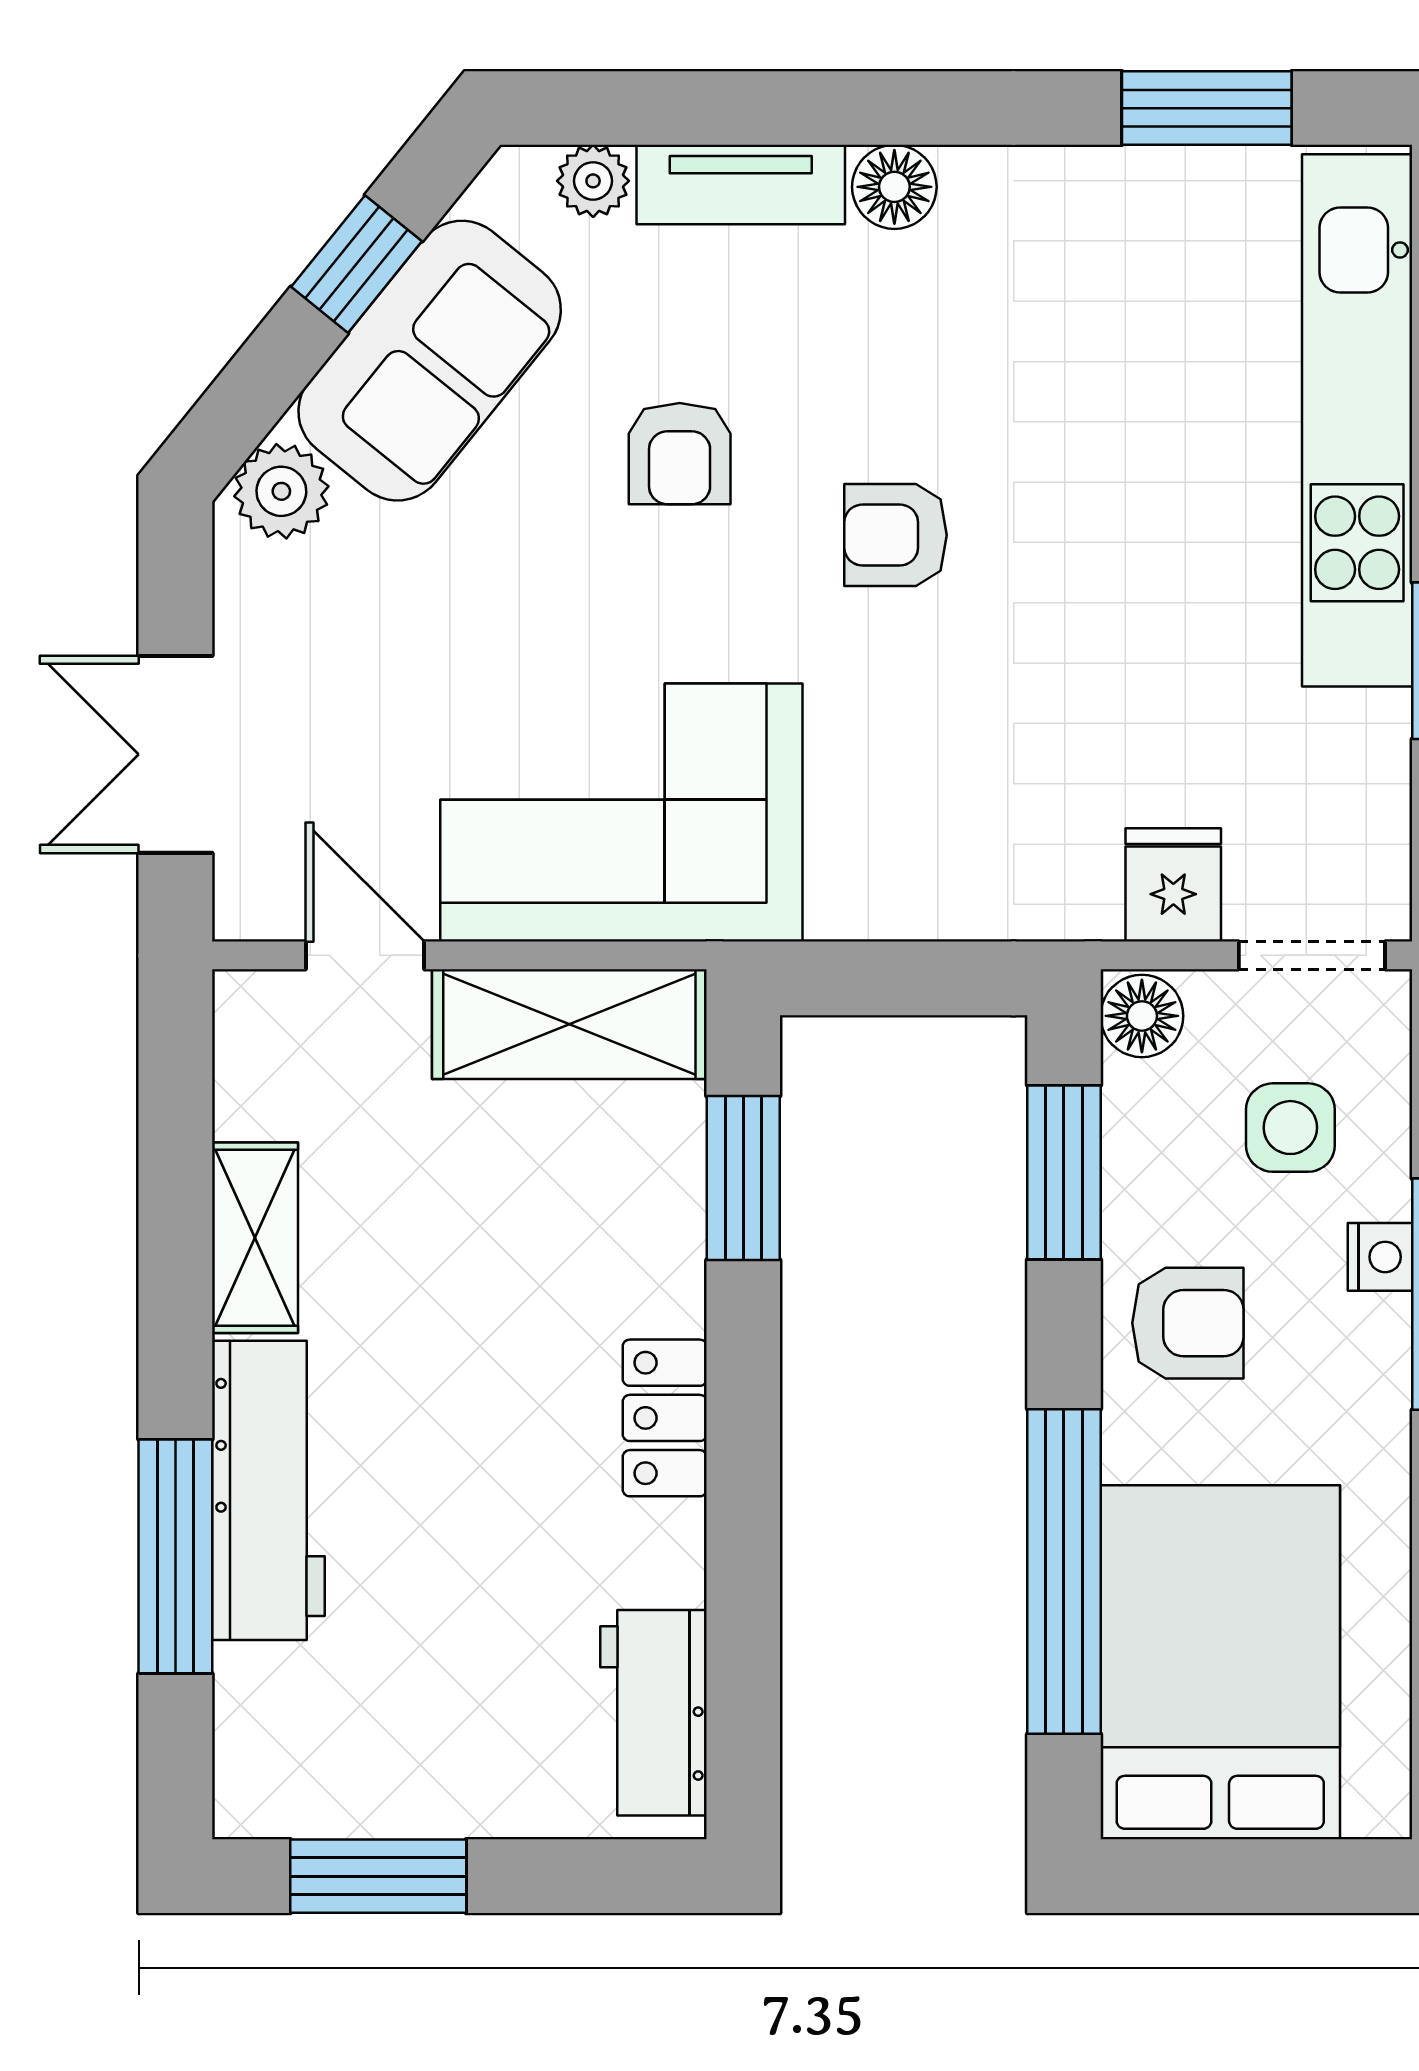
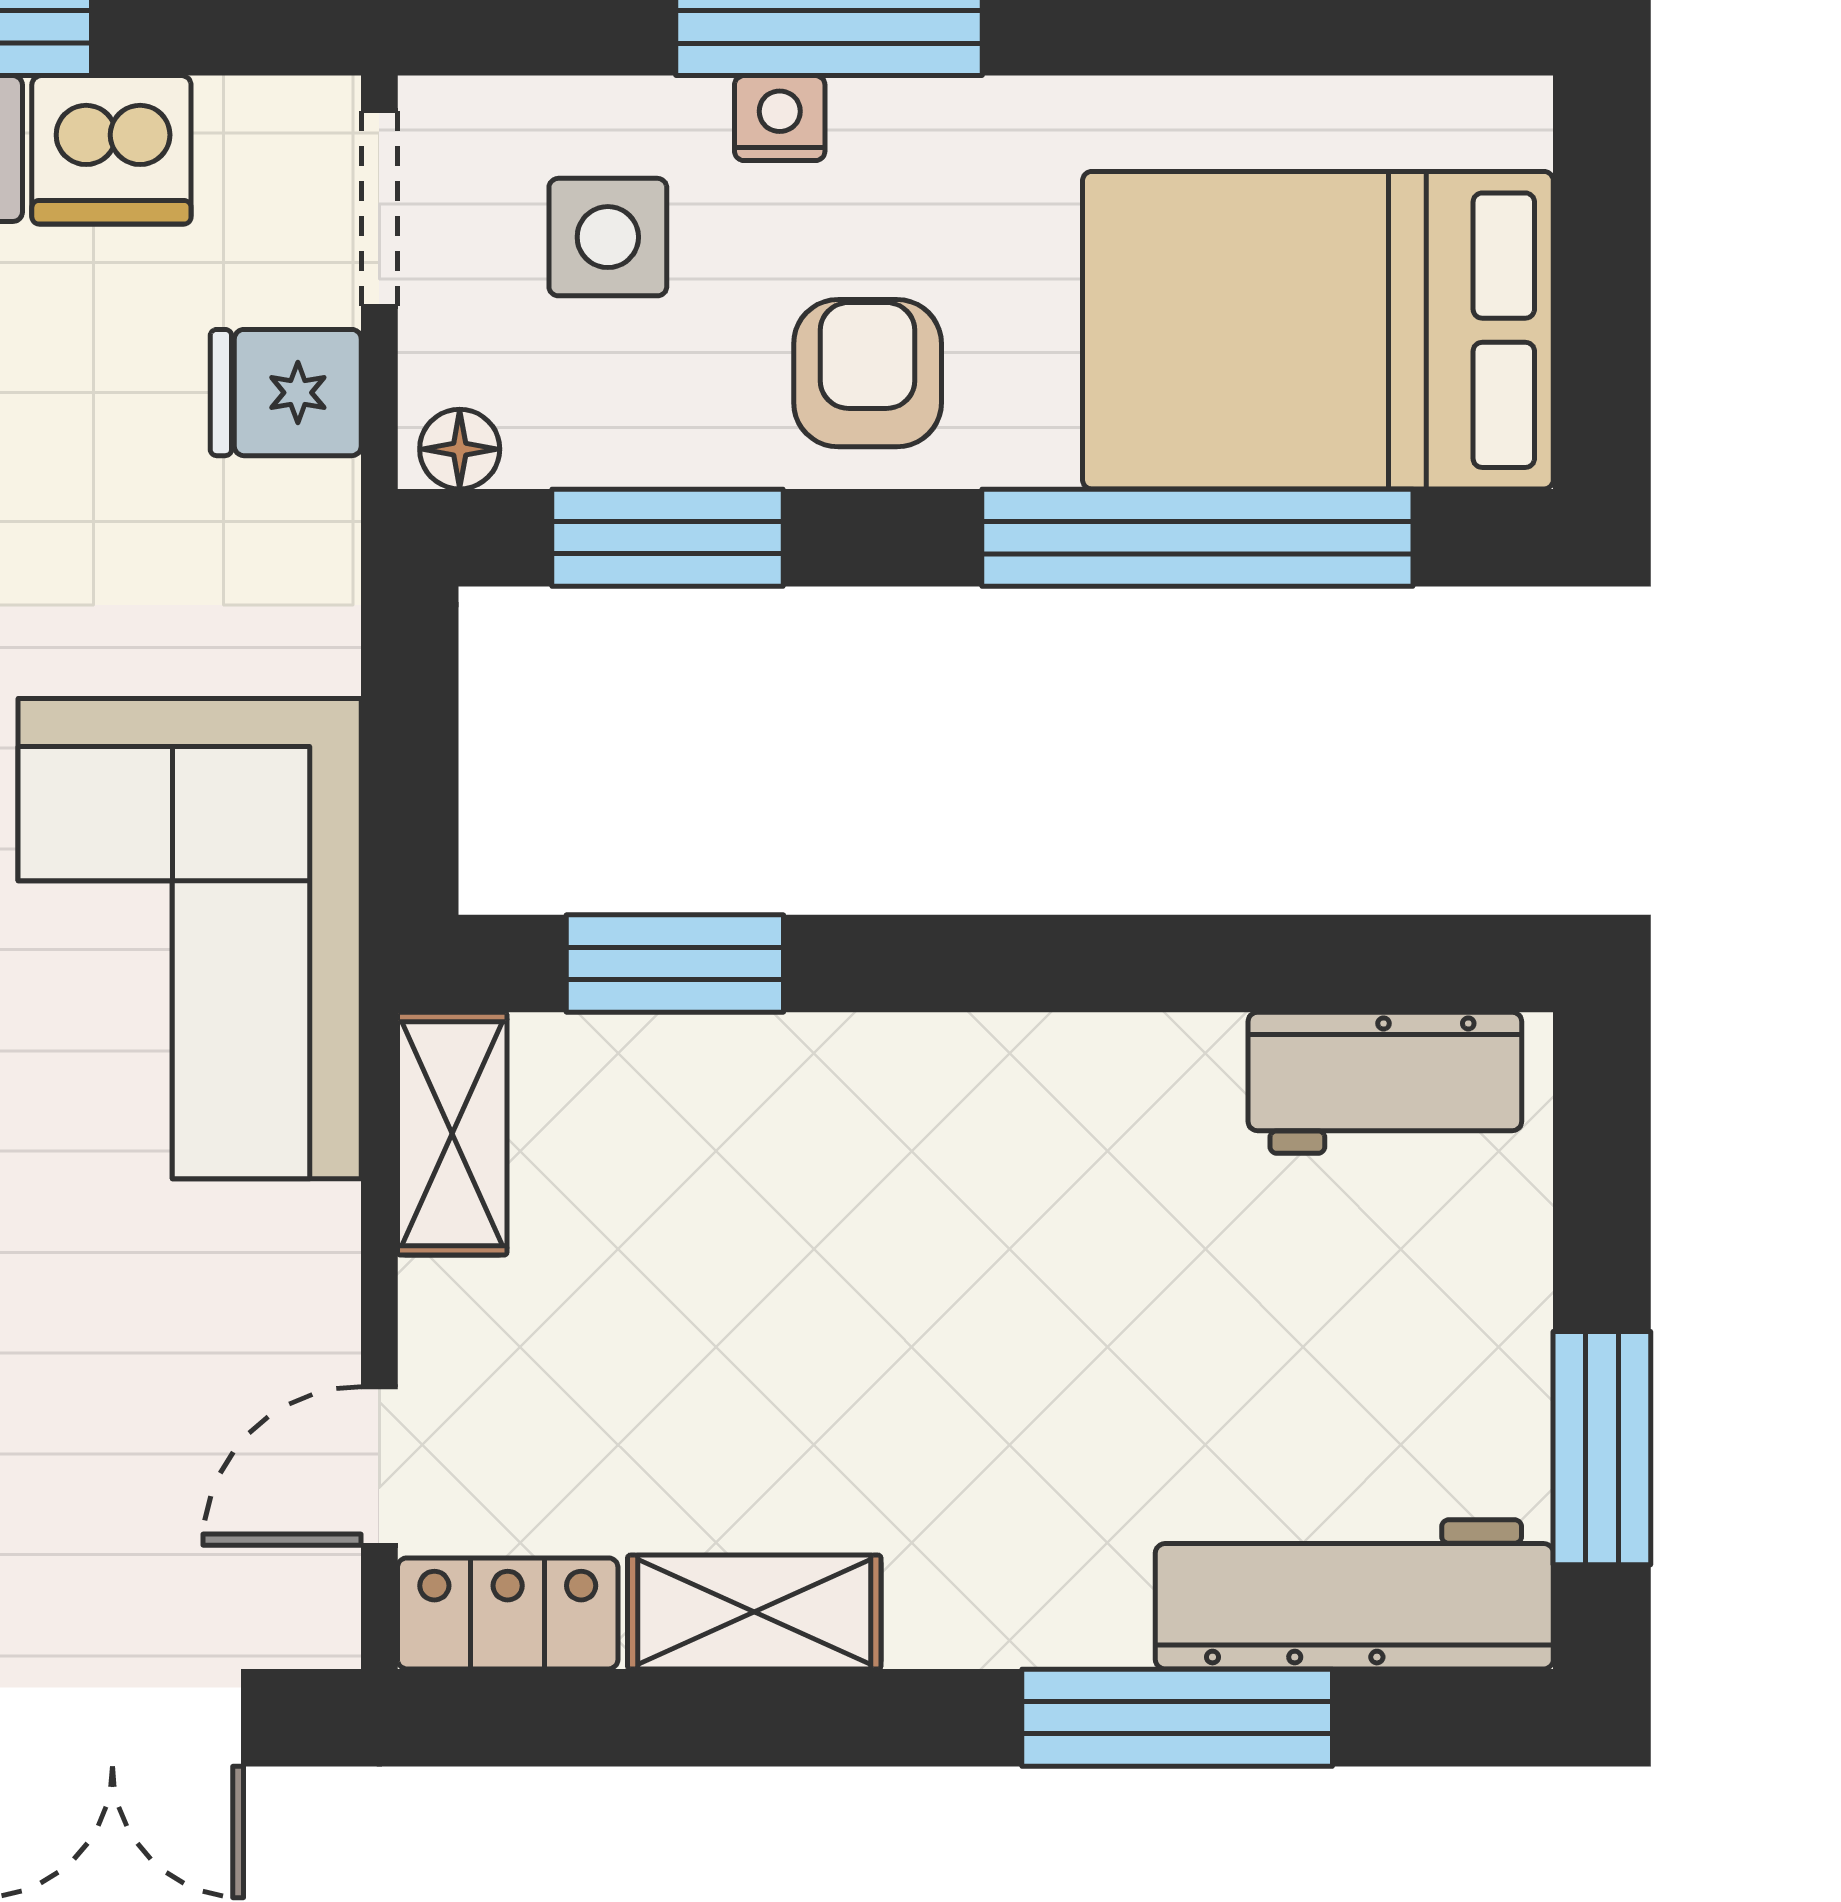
dishwasher: (1356, 754) -> (111, 150), added
corner sofa: (621, 813) -> (190, 939), moved
floor lamp: (1142, 1016) -> (460, 449), width x0.73, depth x0.73
shelving: (569, 1024) -> (452, 1134), width x0.67, depth x0.75
locker: (665, 1418) -> (508, 1613), moved, turned 180
workbench: (268, 1490) -> (1354, 1594), moved

